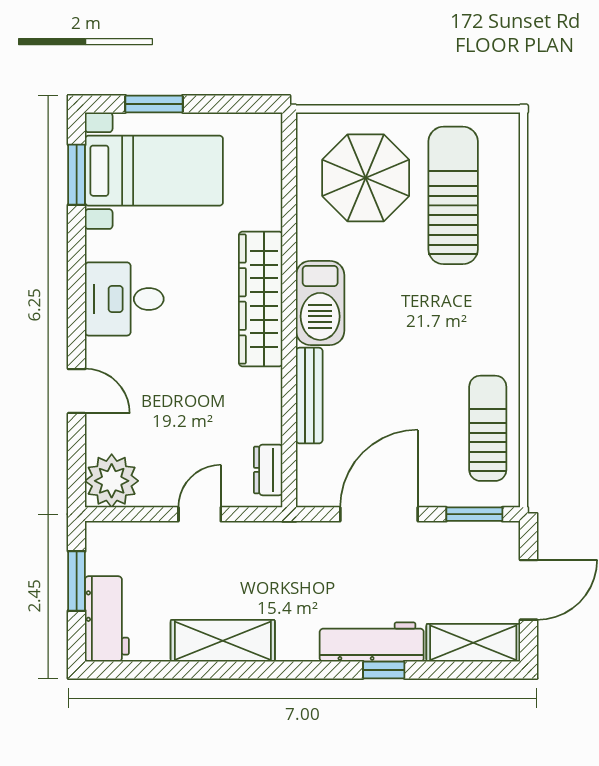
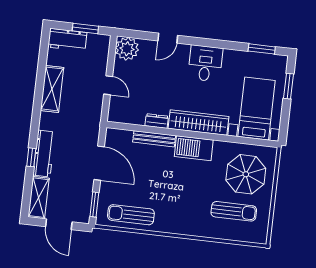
bed with nightstands: (154, 171) -> (257, 109), moved, turned 180
sun lounger: (453, 195) -> (234, 211), width x0.73, depth x0.75
sun lounger: (488, 428) -> (131, 215), turned 180
dresser: (268, 470) -> (157, 121), moved

